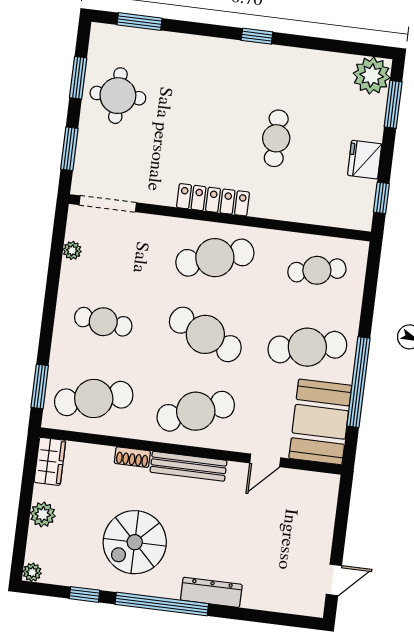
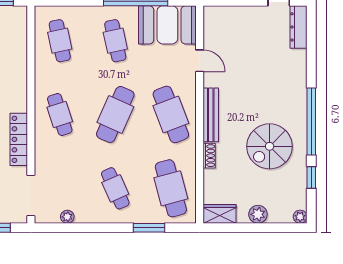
locker: (213, 200) -> (19, 139), moved
cafe table: (215, 258) -> (60, 114), width x0.73, depth x0.74
cafe table: (103, 322) -> (115, 188), turned -30
cafe table: (307, 347) -> (115, 41), width x0.73, depth x0.74
window: (40, 387) -> (149, 228), moved
spiral stairs: (135, 542) -> (270, 146), turned 90
dresser: (211, 592) -> (298, 27), moved

